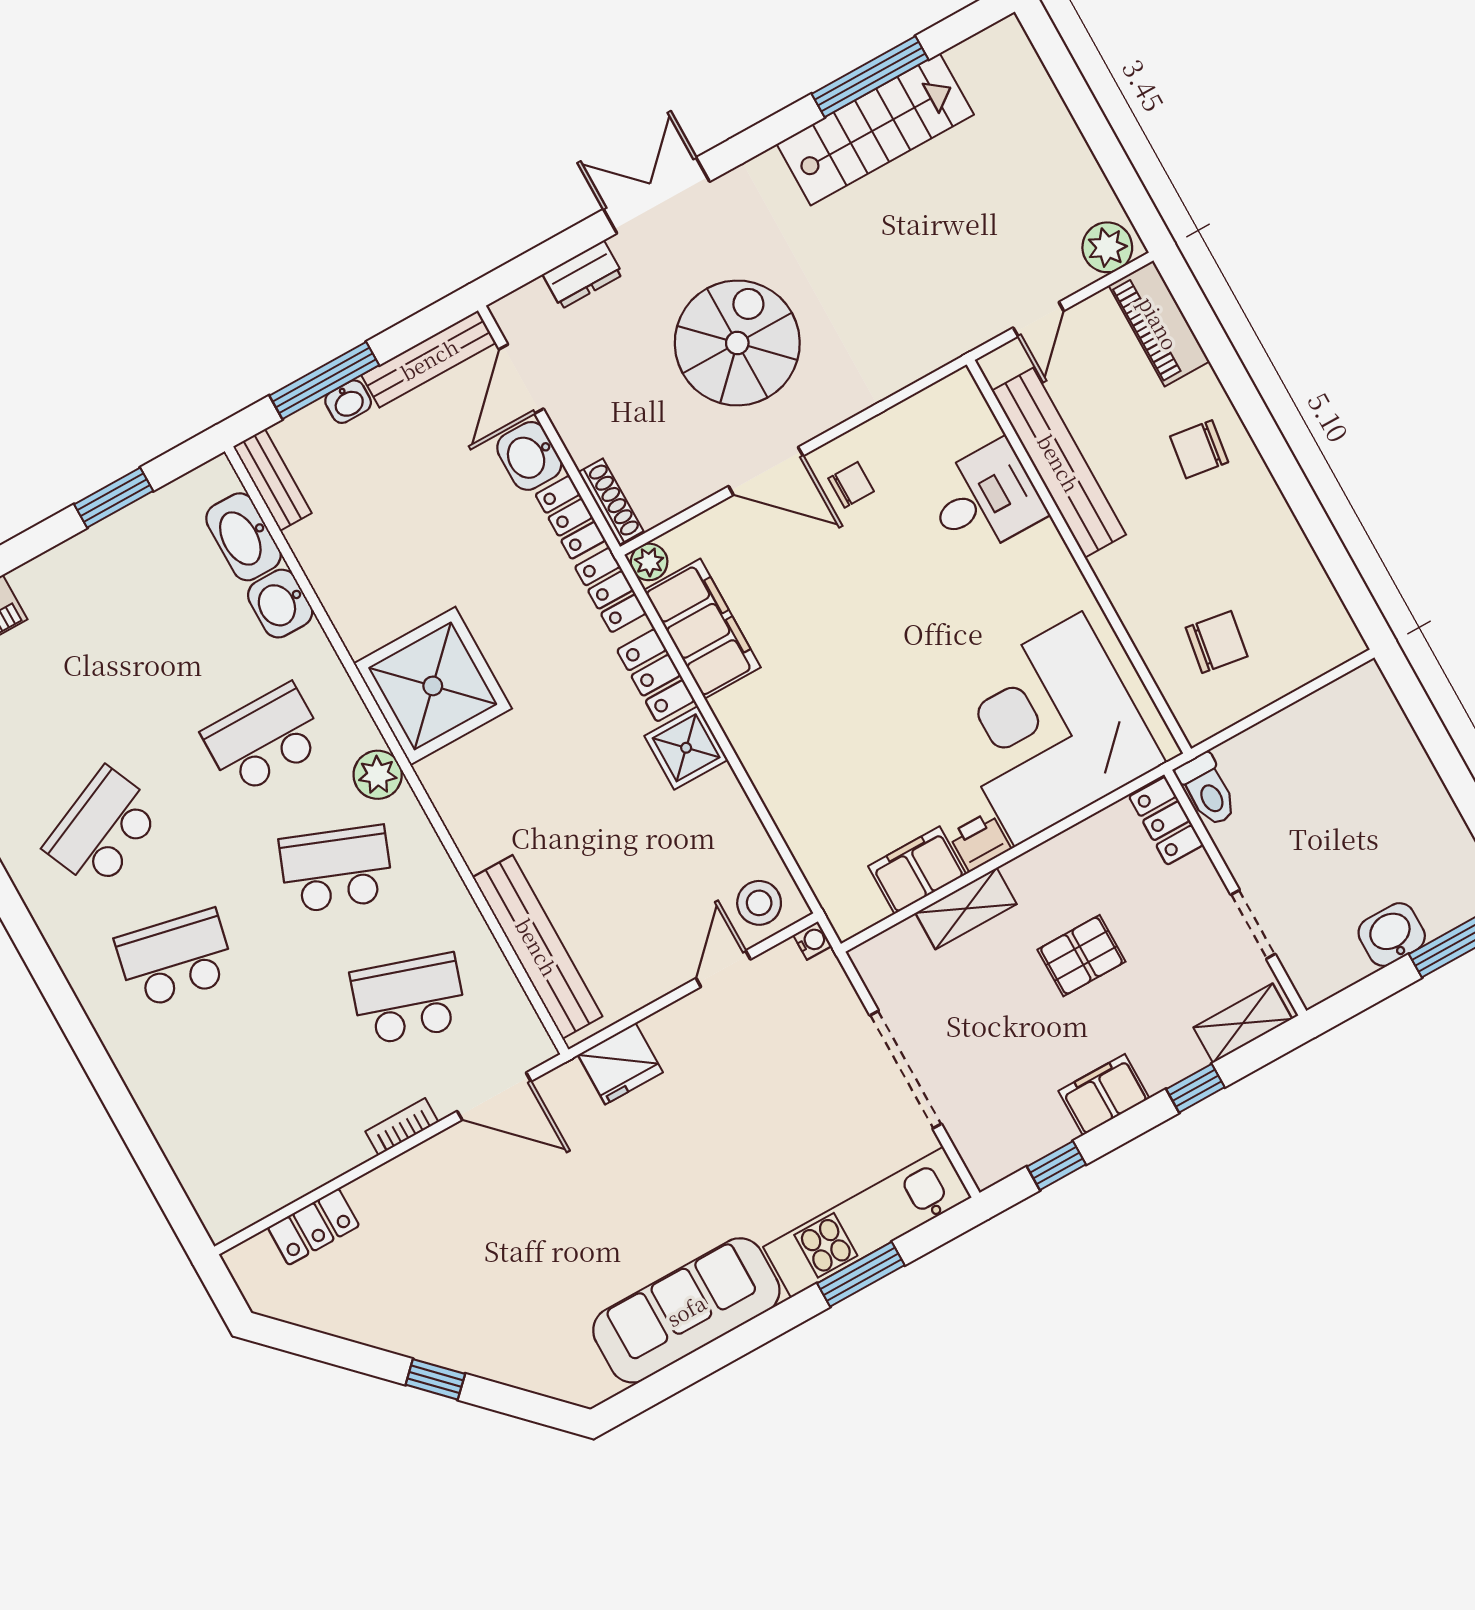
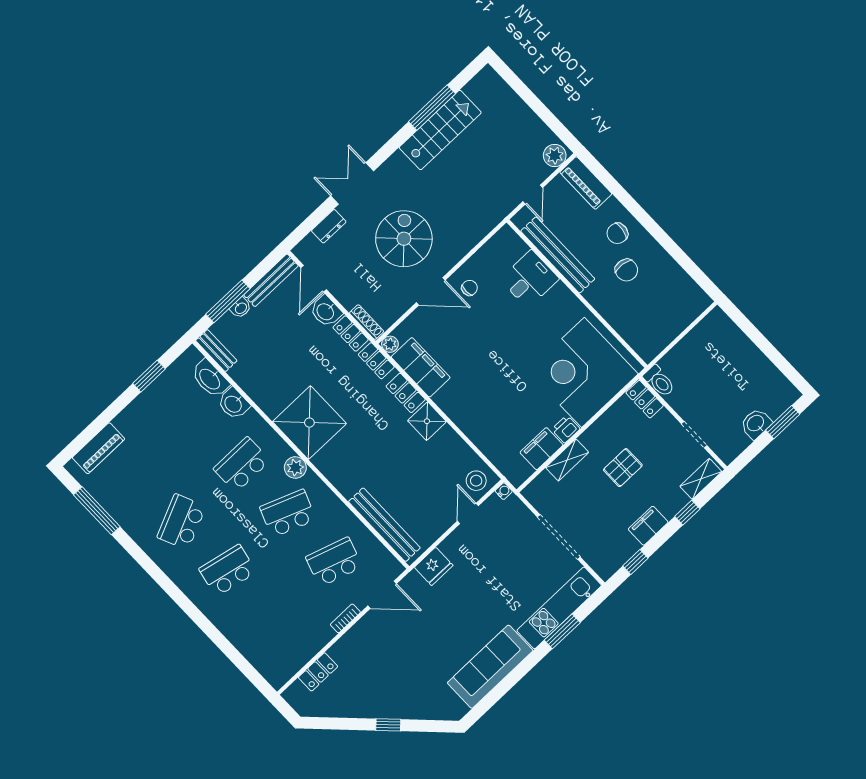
chair: (1217, 642) -> (626, 270), moved, turned 88

